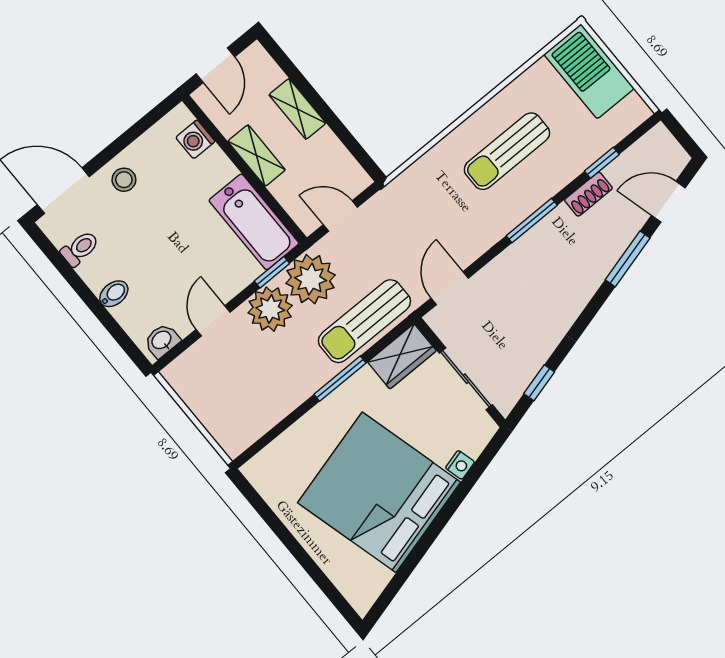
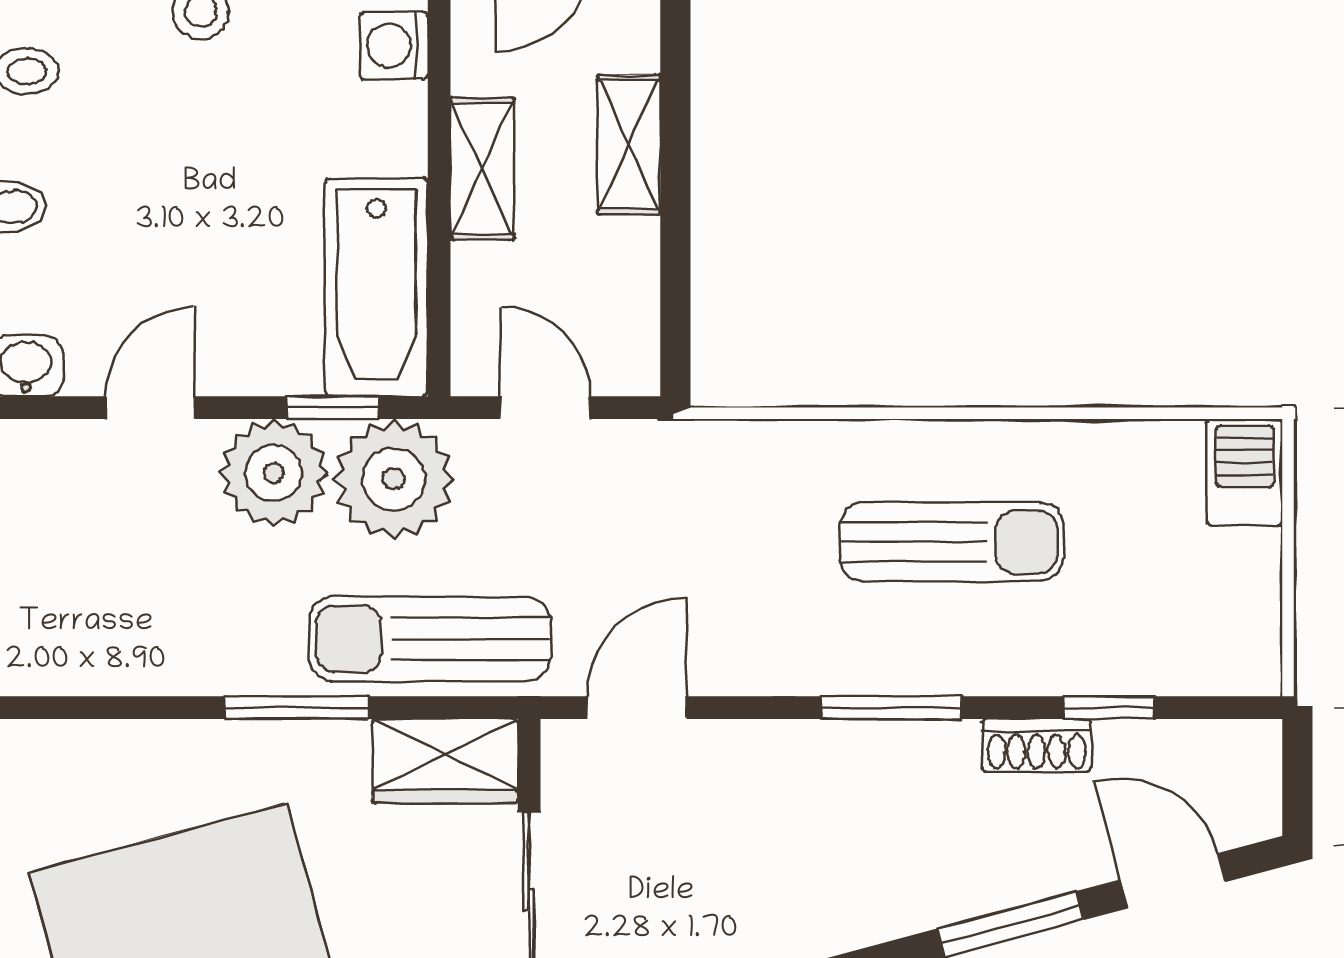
barbecue: (589, 71) -> (1245, 472), width x0.53, depth x0.65
sun lounger: (507, 151) -> (951, 542), turned 180

